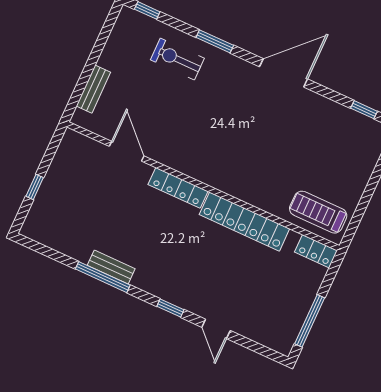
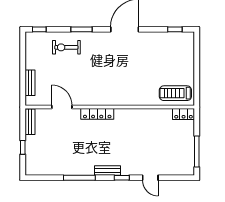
bench: (65, 151) -> (30, 122), added
locker: (244, 222) -> (140, 116), removed
bench: (111, 267) -> (108, 171), moved

